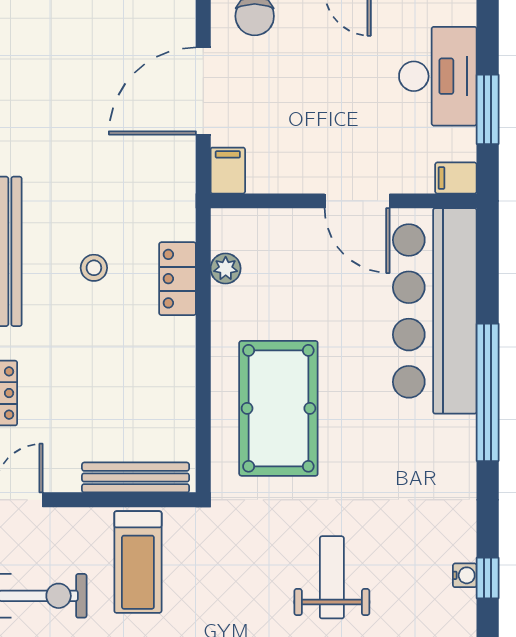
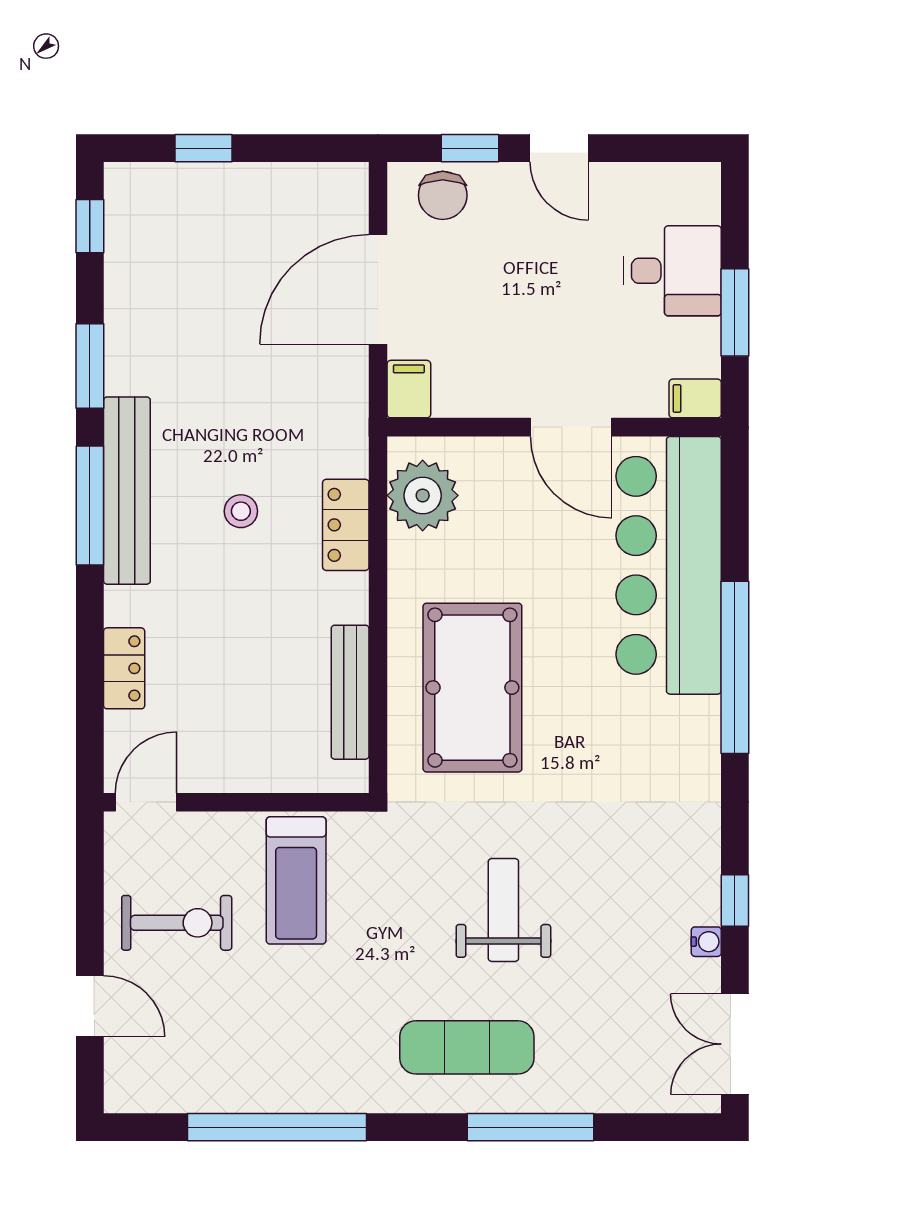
desk: (438, 76) -> (672, 271), width x0.73
plant: (226, 268) -> (423, 495), width x1.87, depth x1.87
bench: (136, 477) -> (350, 692), moved, turned 90
water cooler: (465, 575) -> (706, 942), moved
weight bench: (332, 577) -> (503, 910), moved

